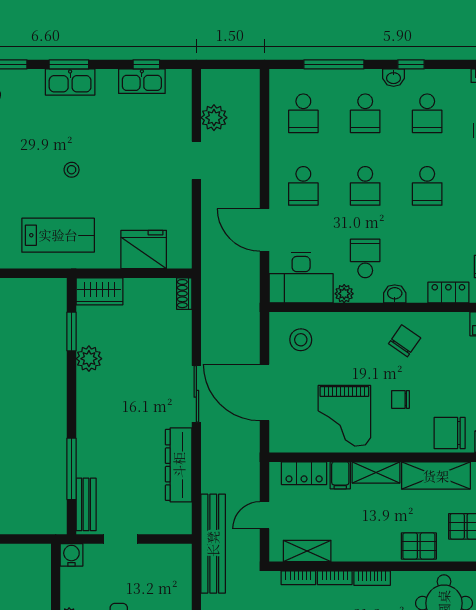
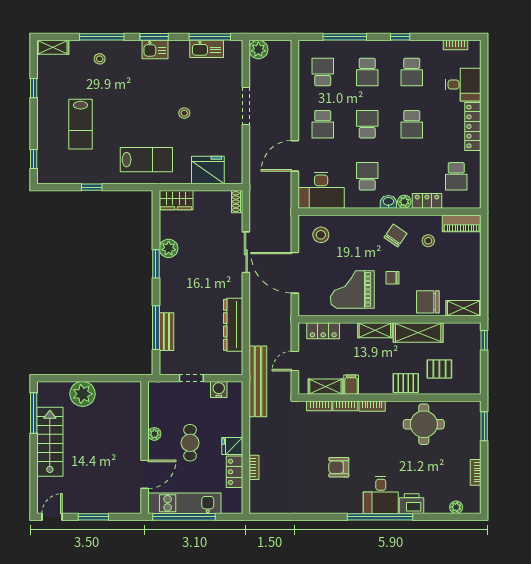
window: (146, 64) -> (210, 37), width x2.17
washbasin: (394, 78) -> (388, 46), removed
kitchen sink: (70, 82) -> (155, 49), width x0.73
school desk: (303, 113) -> (323, 72), turned 180
plant: (214, 118) -> (258, 49), moved
doorway: (196, 161) -> (246, 106), width x1.38
stool: (72, 170) -> (184, 113), moved
school desk: (365, 186) -> (367, 124), turned 180
door: (264, 230) -> (295, 156), hinge flipped
plant: (344, 294) -> (404, 202), moved
window: (71, 331) -> (156, 264), moved
stool: (450, 348) -> (428, 241), added
sliding door: (196, 394) -> (246, 252), moved
grand piano: (344, 416) -> (352, 289), turned 90
filing cabinet: (340, 475) -> (351, 385), moved, turned 180
bench: (86, 504) -> (166, 332), moved
water cooler: (71, 555) -> (219, 389), moved

